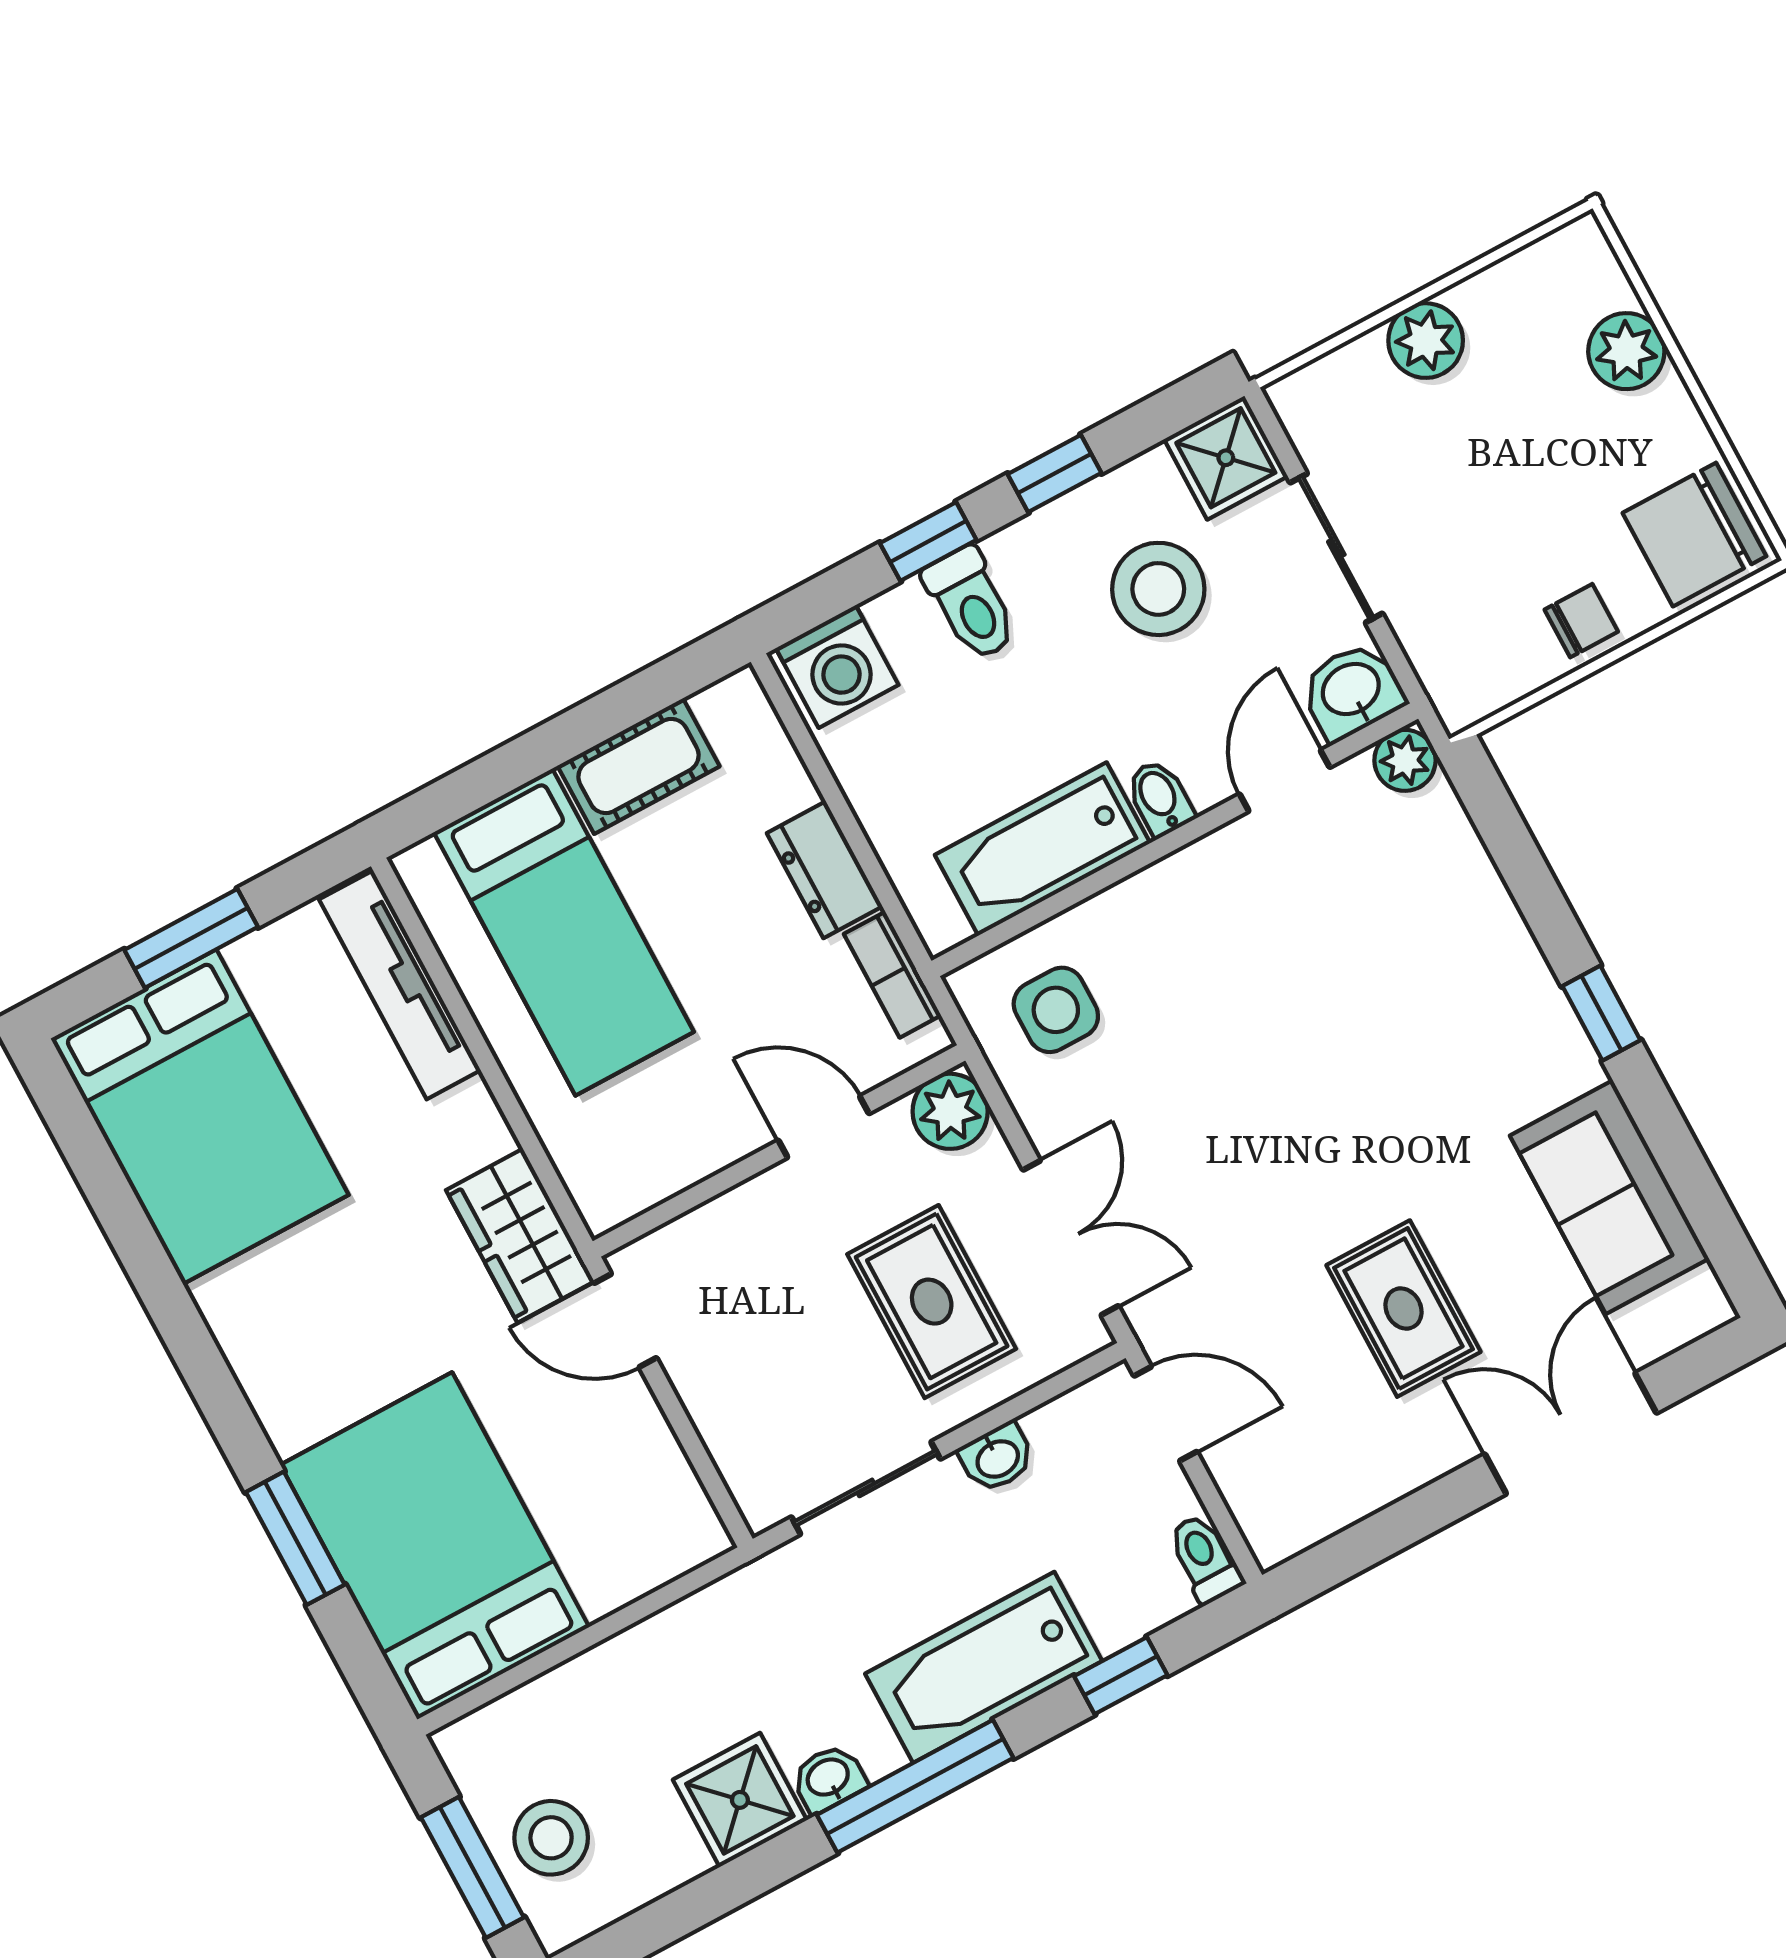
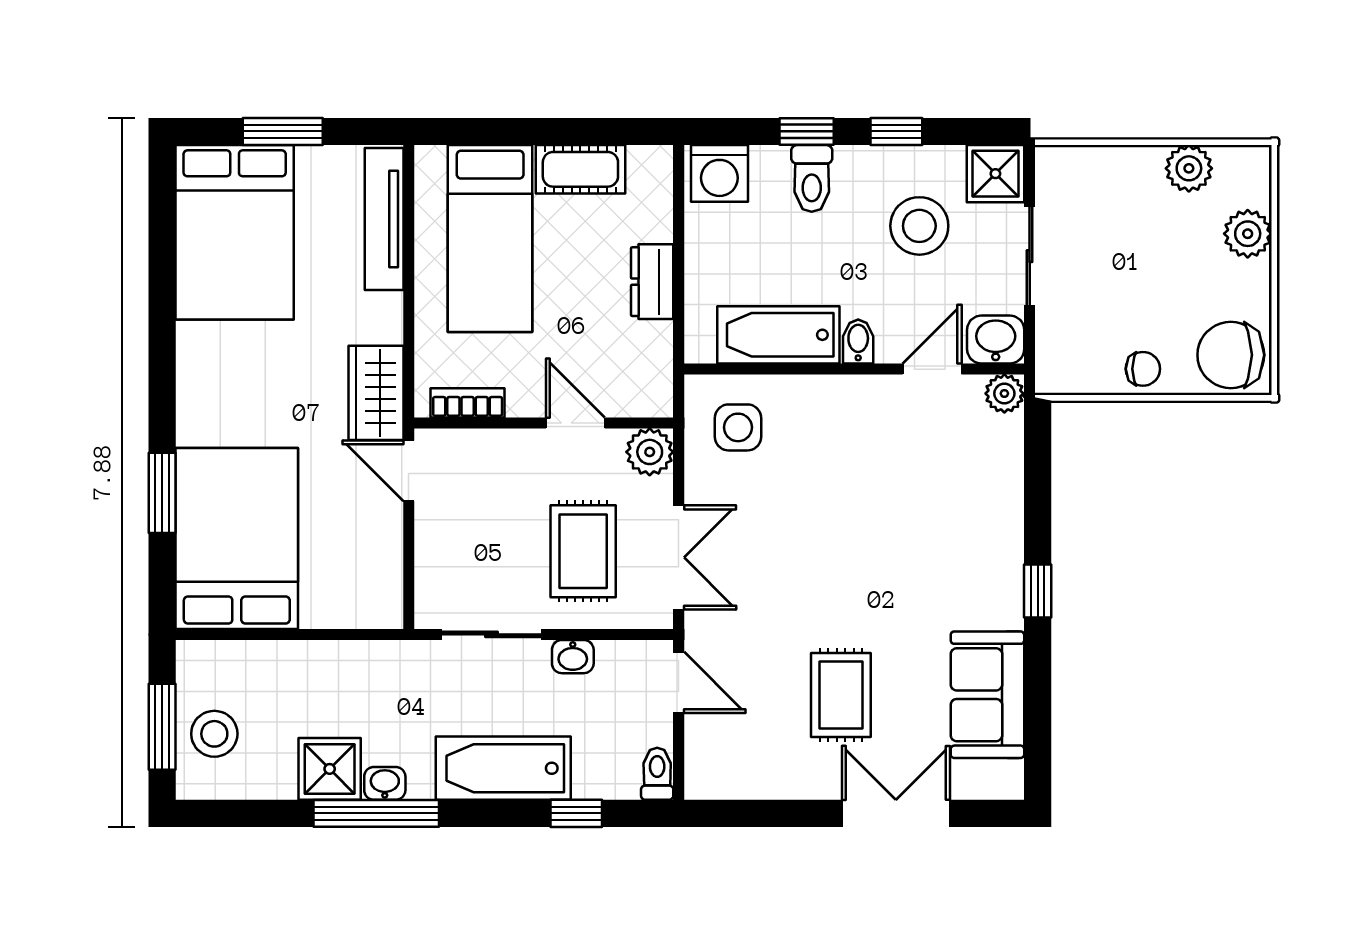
plant: (1426, 341) -> (1189, 168), moved
bookcase: (892, 975) -> (468, 403), moved, turned 90
window: (915, 1786) -> (376, 813), moved

